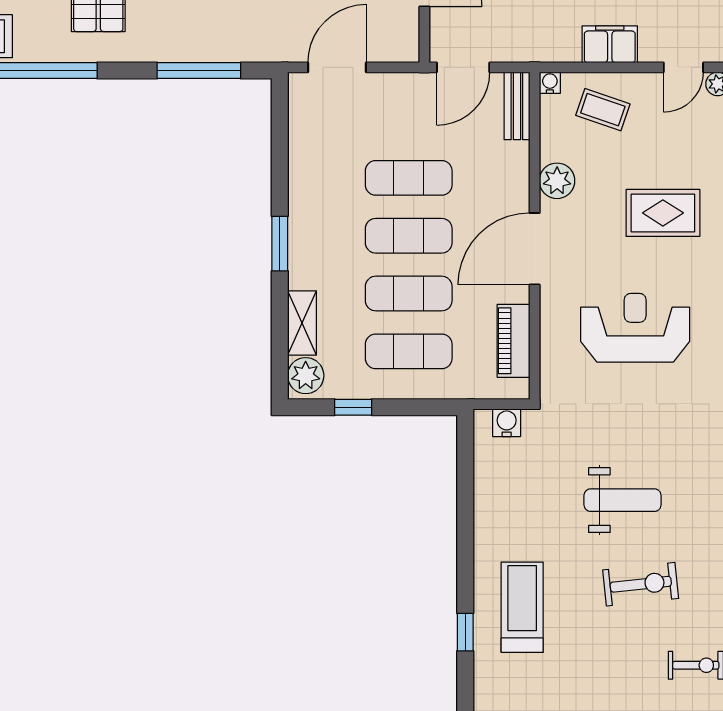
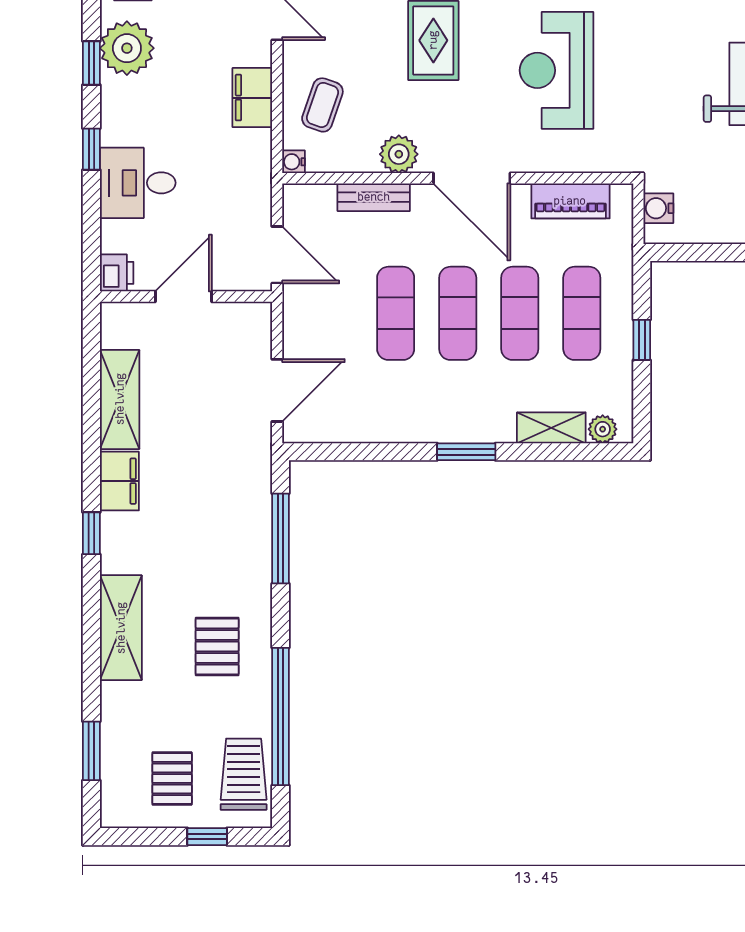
door: (337, 67) -> (277, 390), swing flipped
bench: (517, 106) -> (374, 197), moved
plant: (306, 376) -> (603, 429), width x0.73, depth x0.73
window: (353, 407) -> (642, 340), moved

